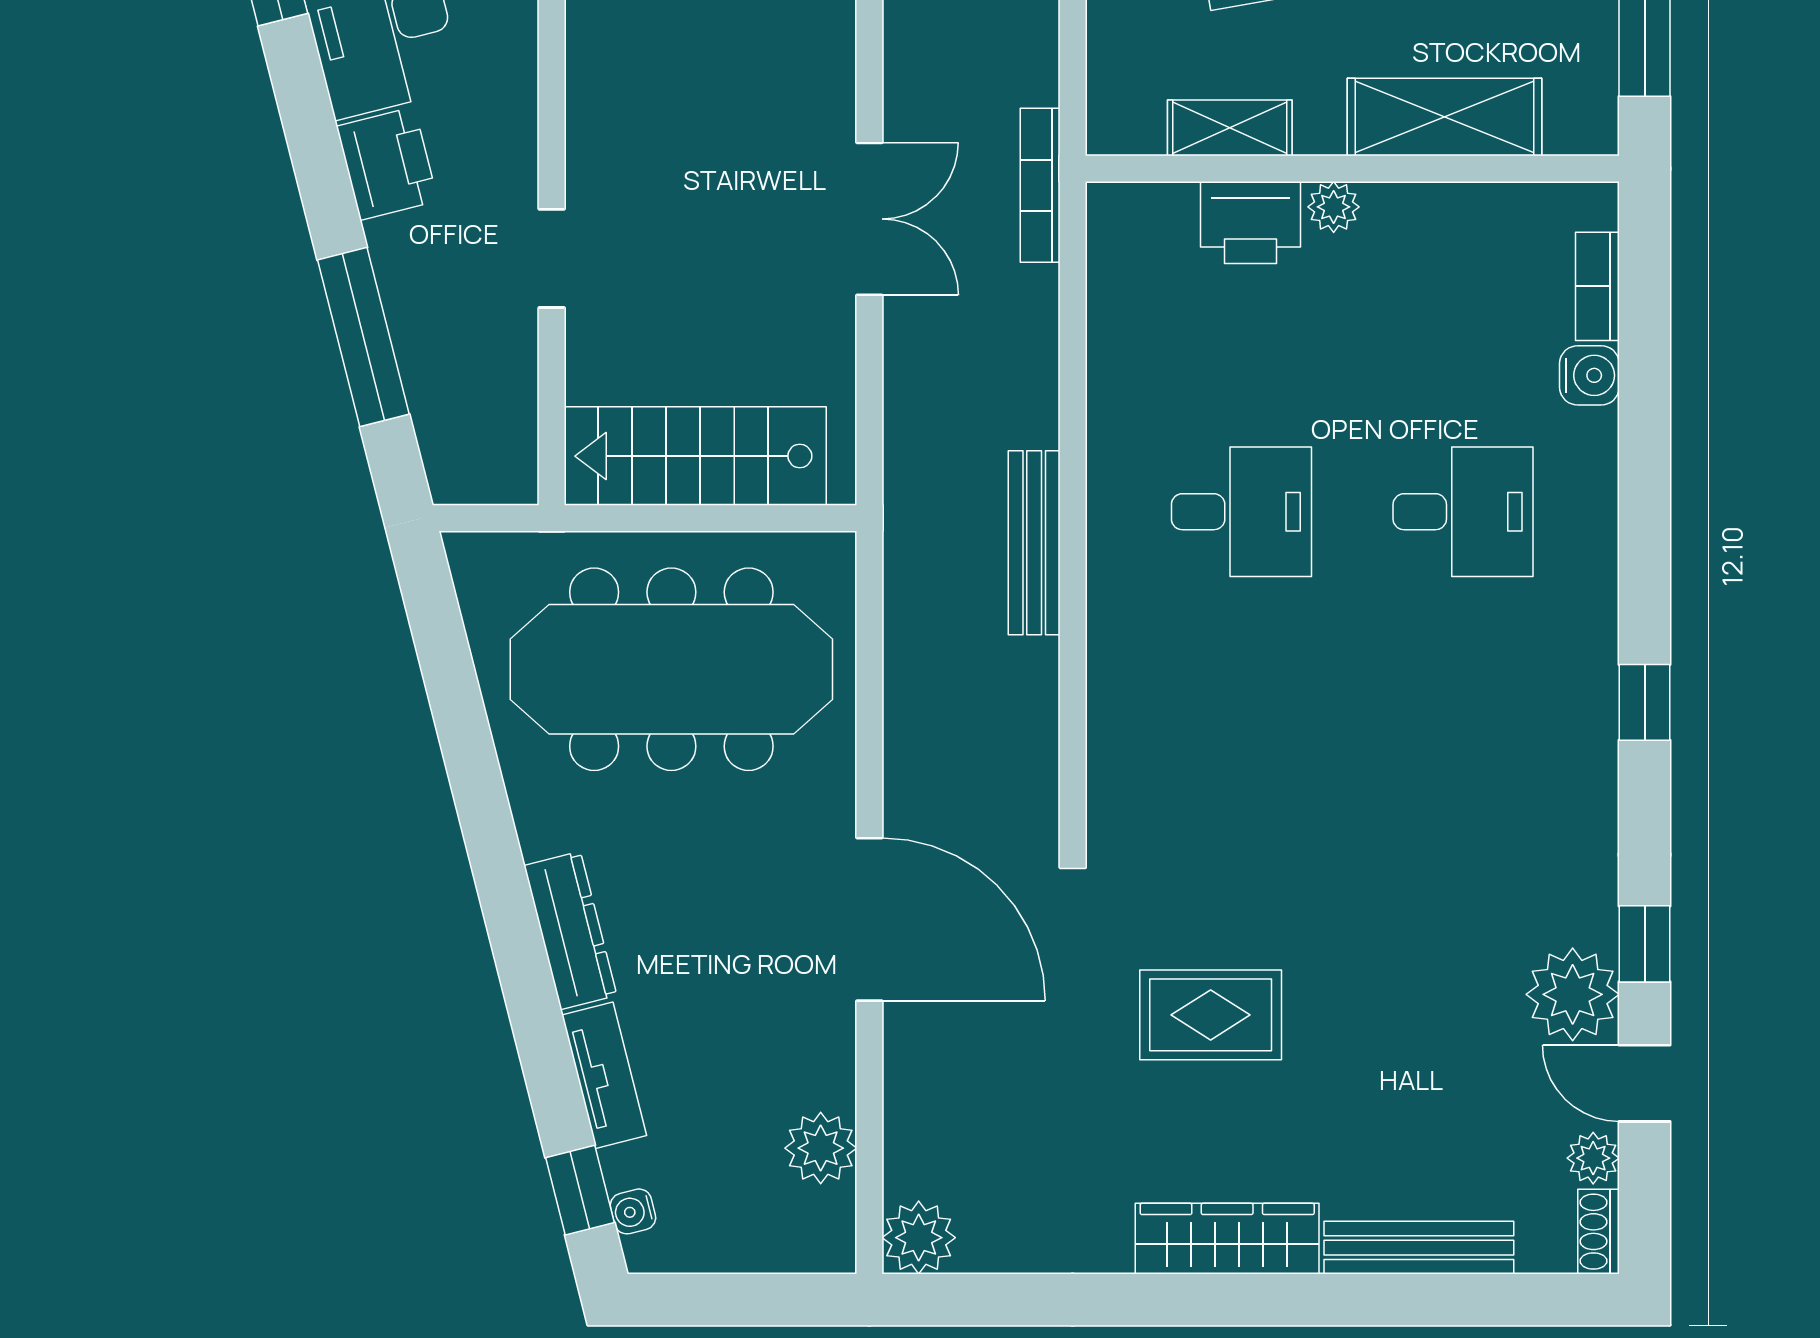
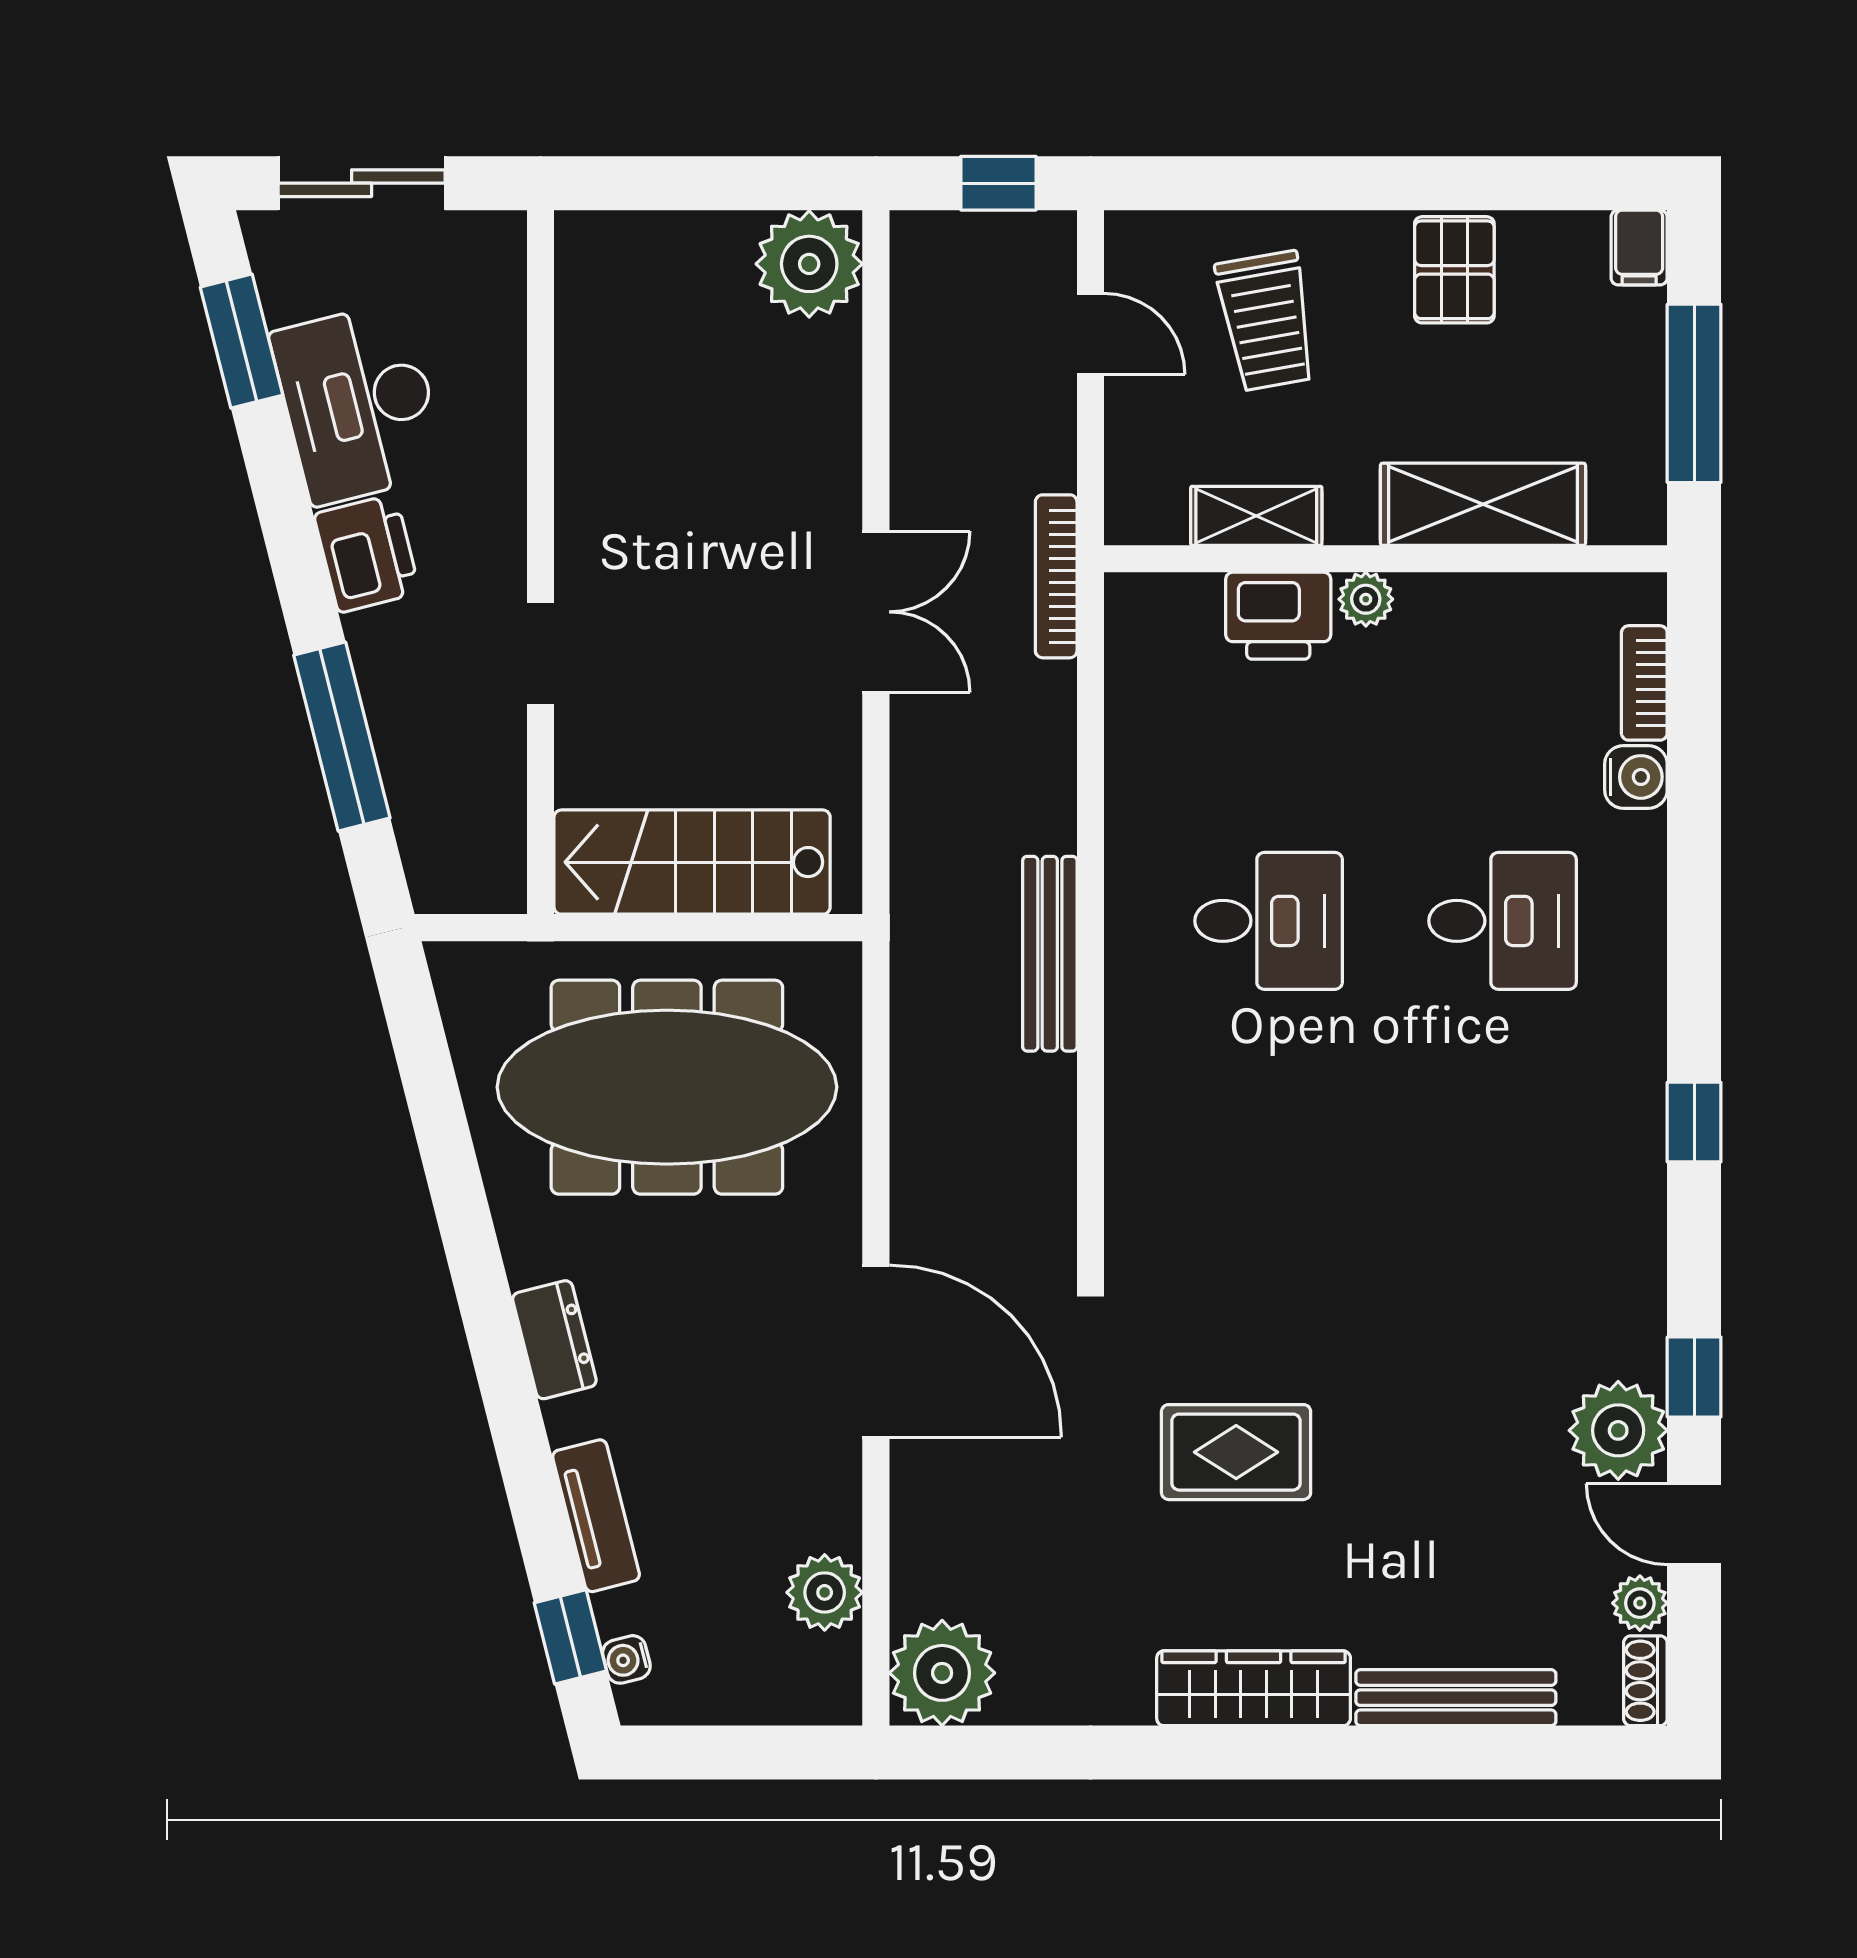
dresser: (570, 931) -> (554, 1340), width x0.70
plant: (919, 1238) -> (942, 1673), width x1.36, depth x1.36

